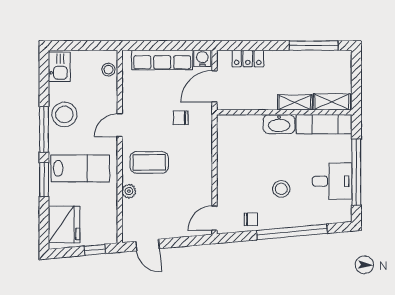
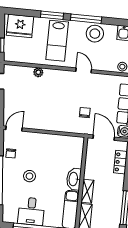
coffee table: (149, 162) -> (56, 88), removed
door: (214, 218) -> (14, 129), hinge flipped

